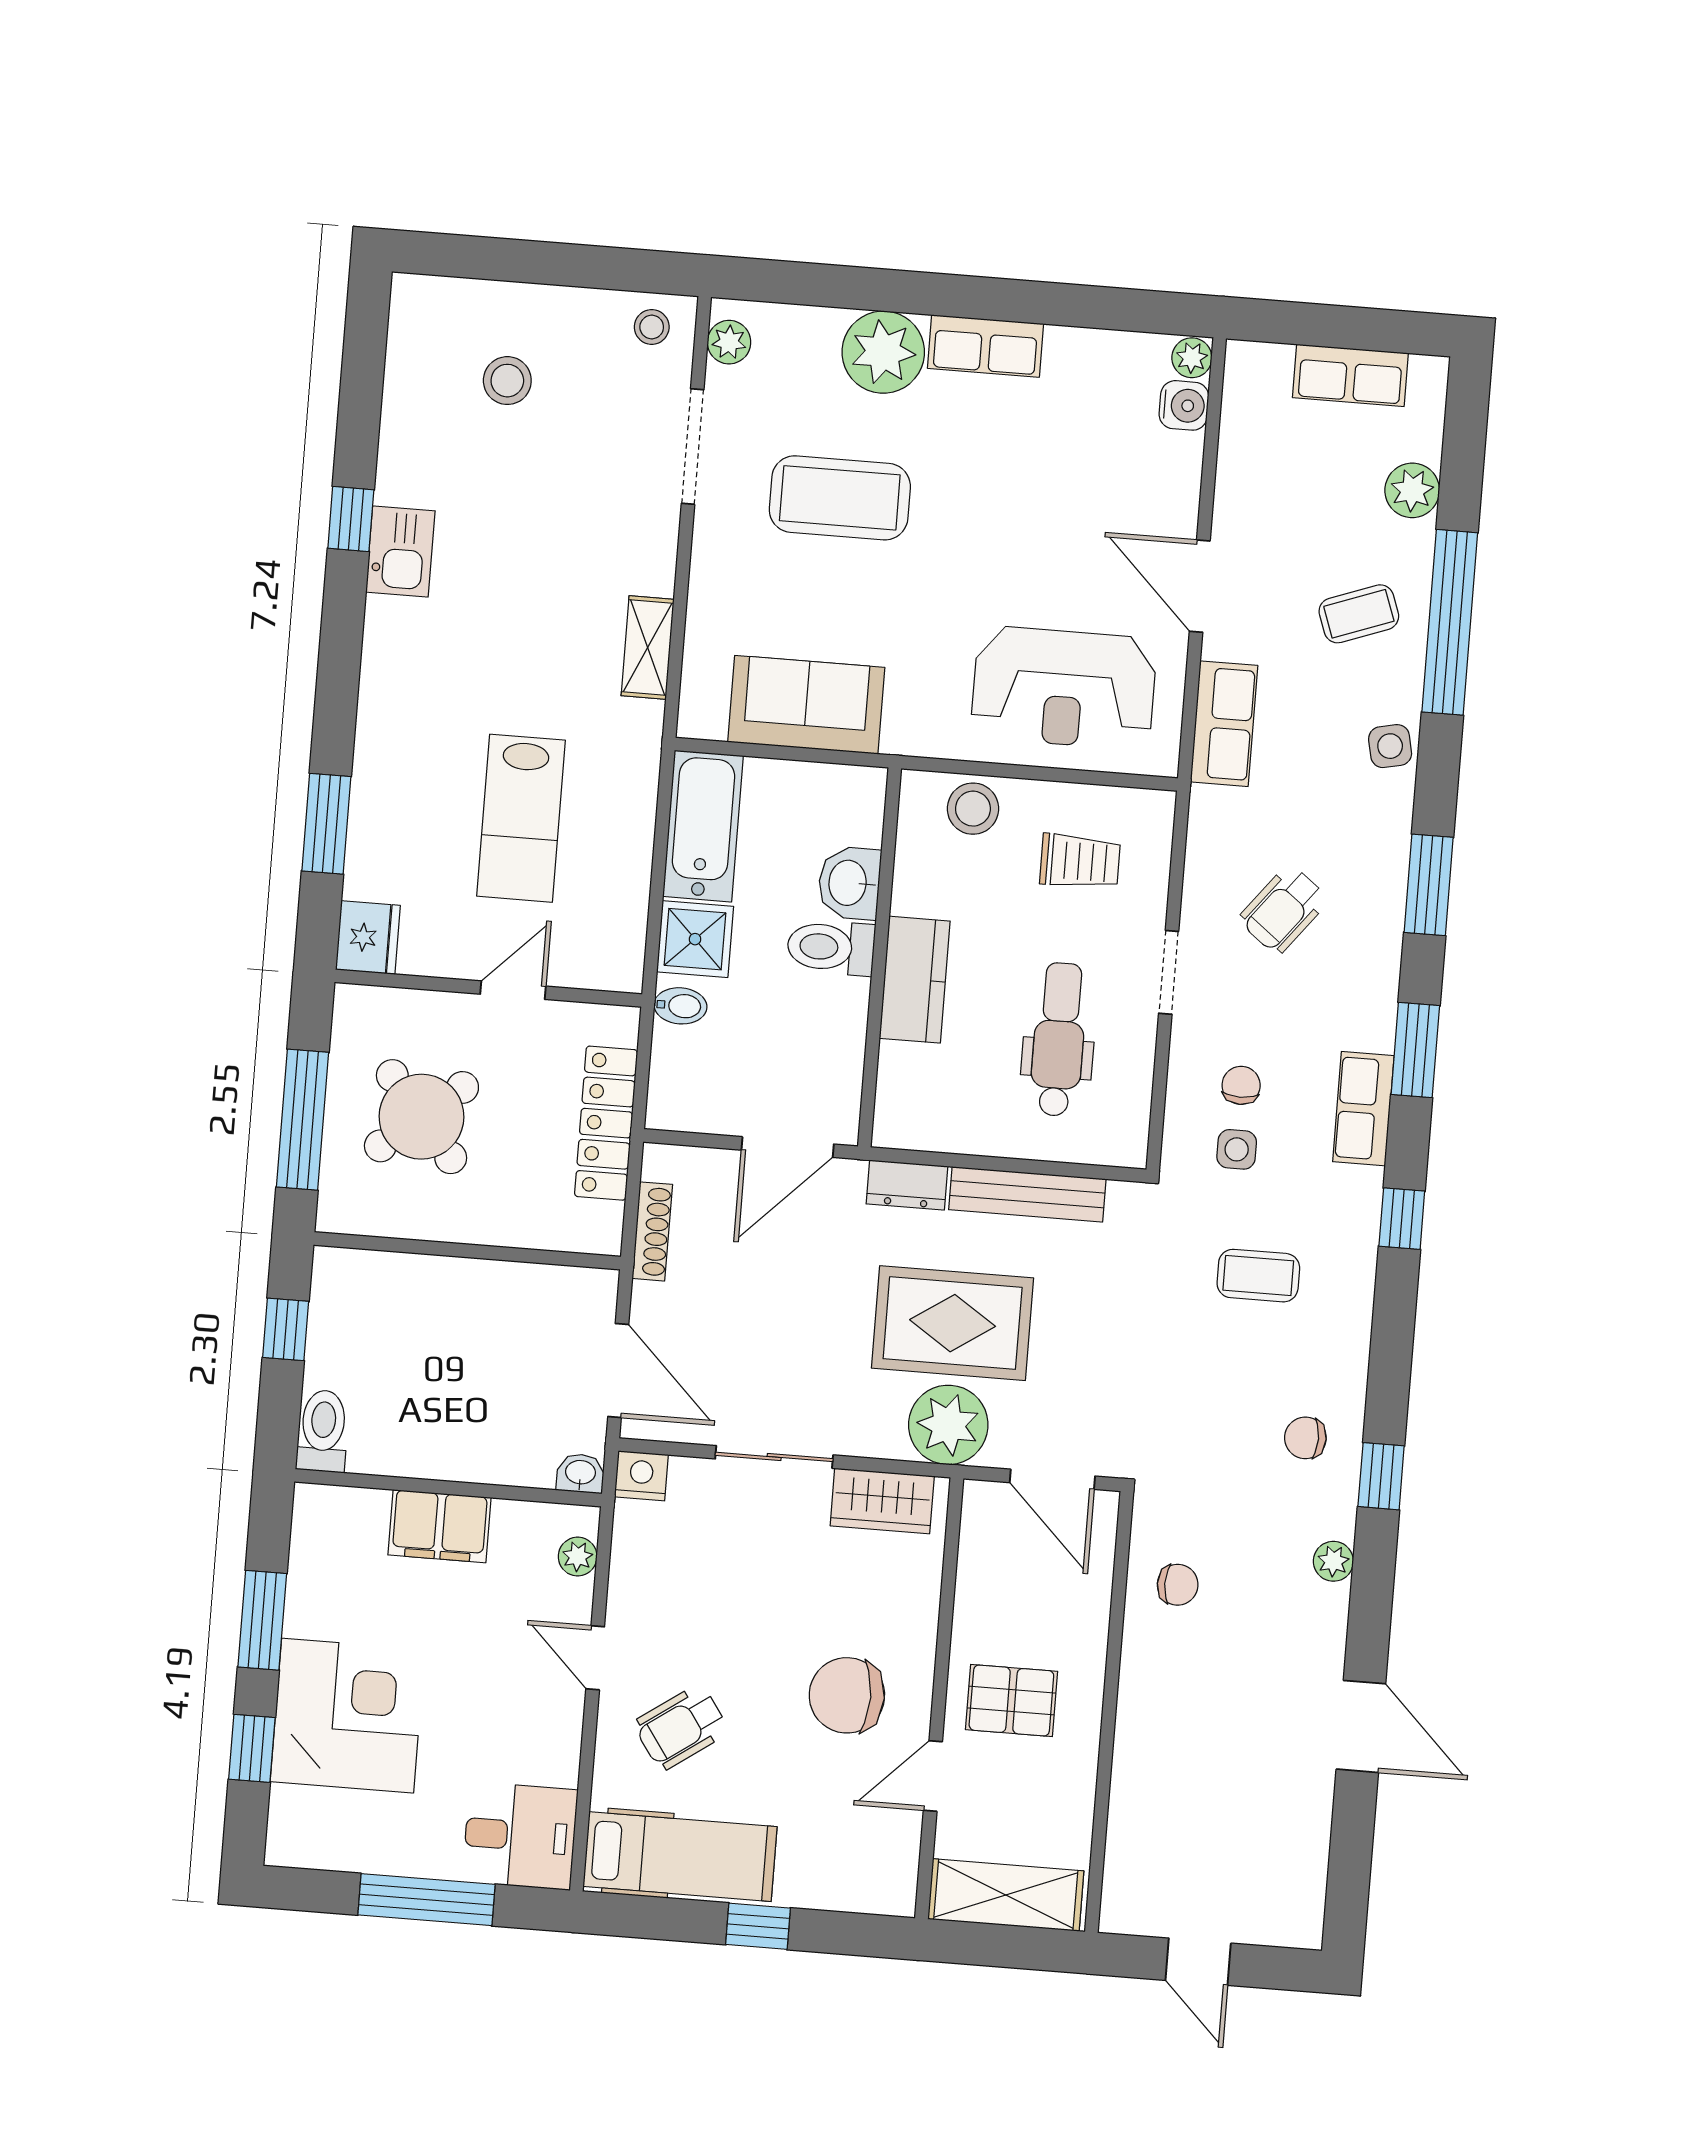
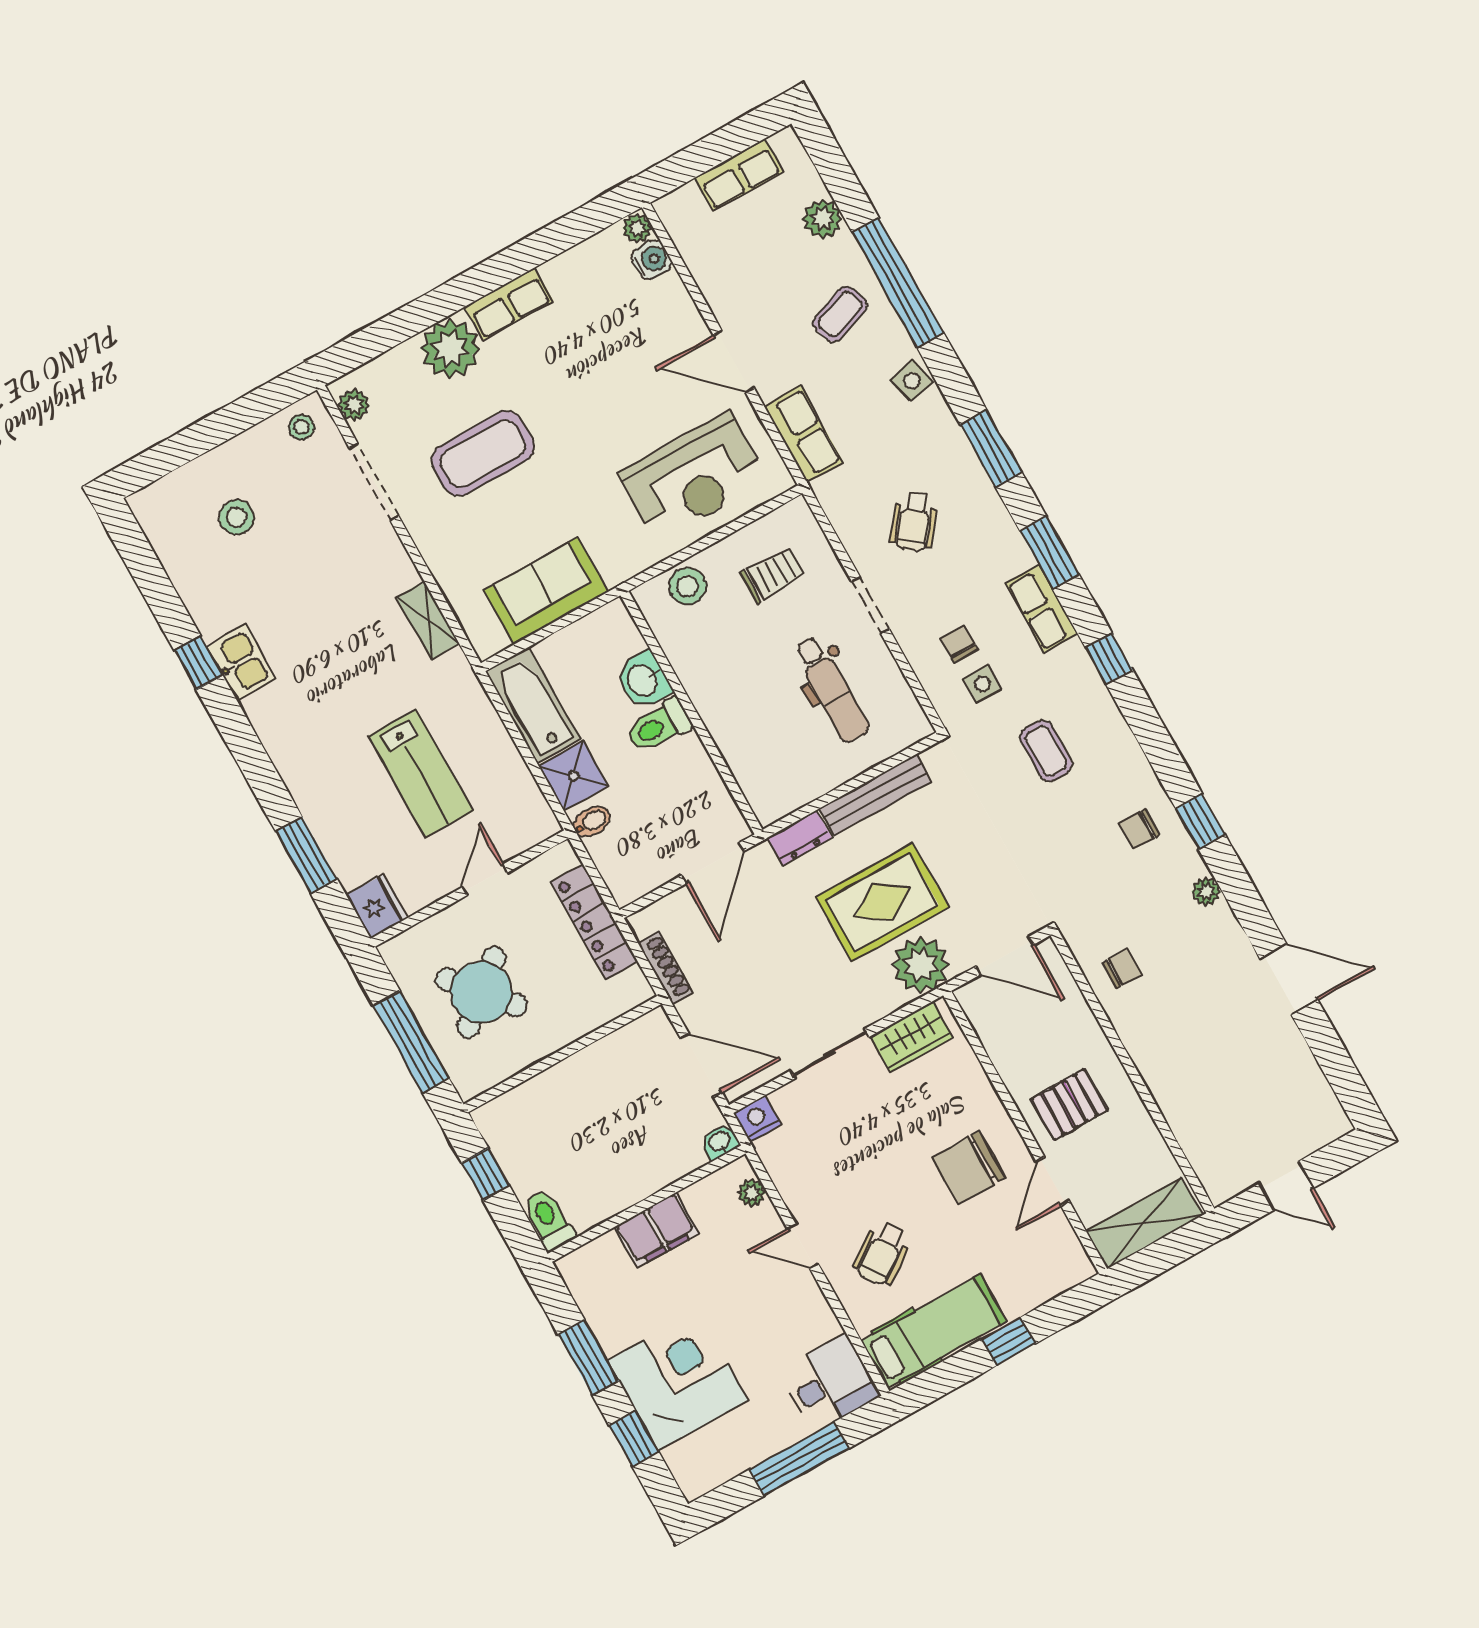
kitchen counter: (915, 980) -> (721, 712), removed
dental chair: (1059, 1039) -> (832, 690), turned 180
coffee table: (1258, 1276) -> (1046, 751), turned 90

